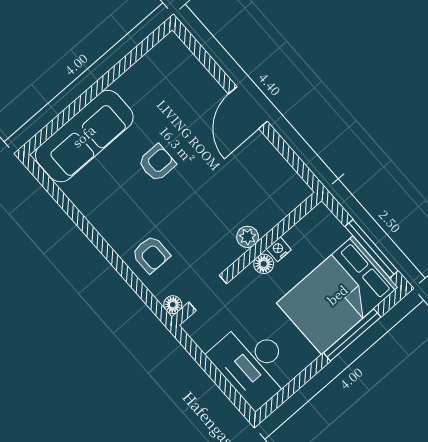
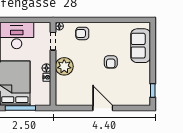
window: (143, 48) -> (153, 91), added
sofa: (84, 136) -> (141, 46), width x0.73
plant: (248, 237) -> (64, 66), width x1.87, depth x1.87

